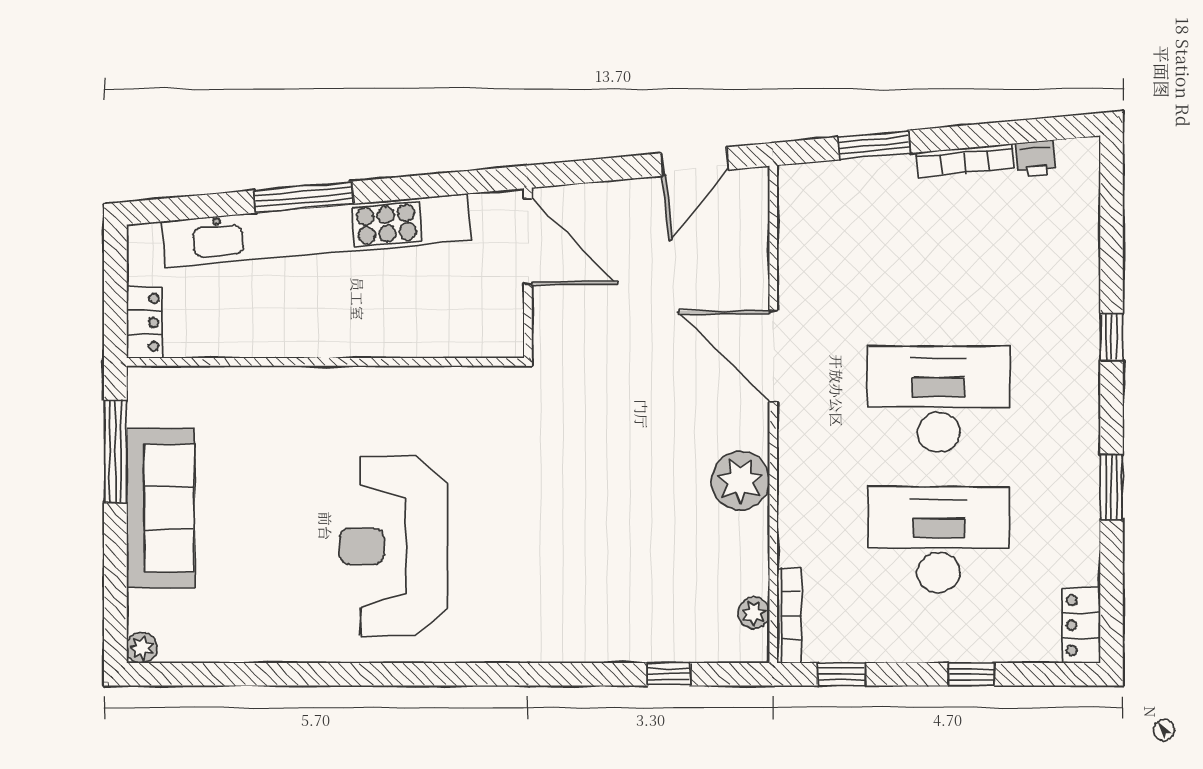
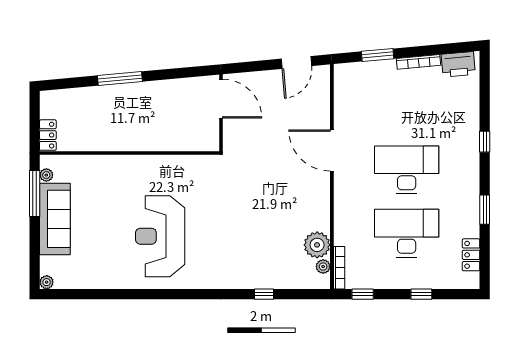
printer: (1035, 159) -> (458, 64), width x1.87, depth x1.48
kitchen unit: (316, 231) -> (125, 94), removed
plant: (141, 411) -> (46, 175), added
plant: (740, 481) -> (317, 245), moved
locker: (1081, 625) -> (471, 255), moved
window: (669, 674) -> (264, 294), moved

